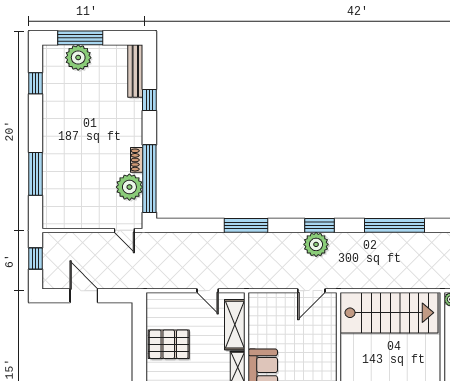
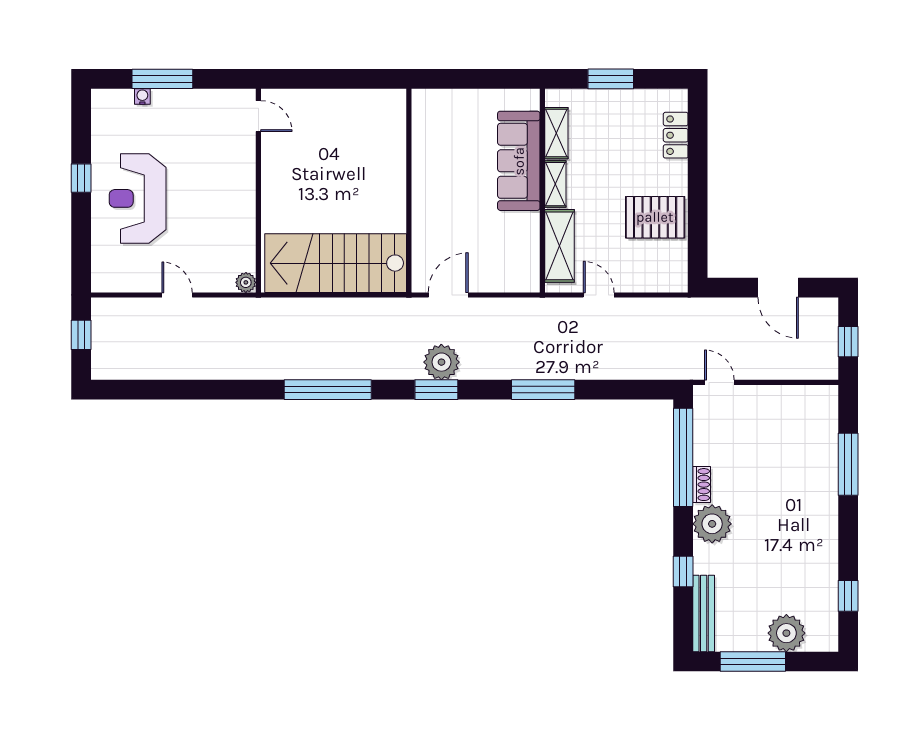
window: (80, 38) -> (753, 662), moved
plant: (129, 187) -> (712, 524), moved

